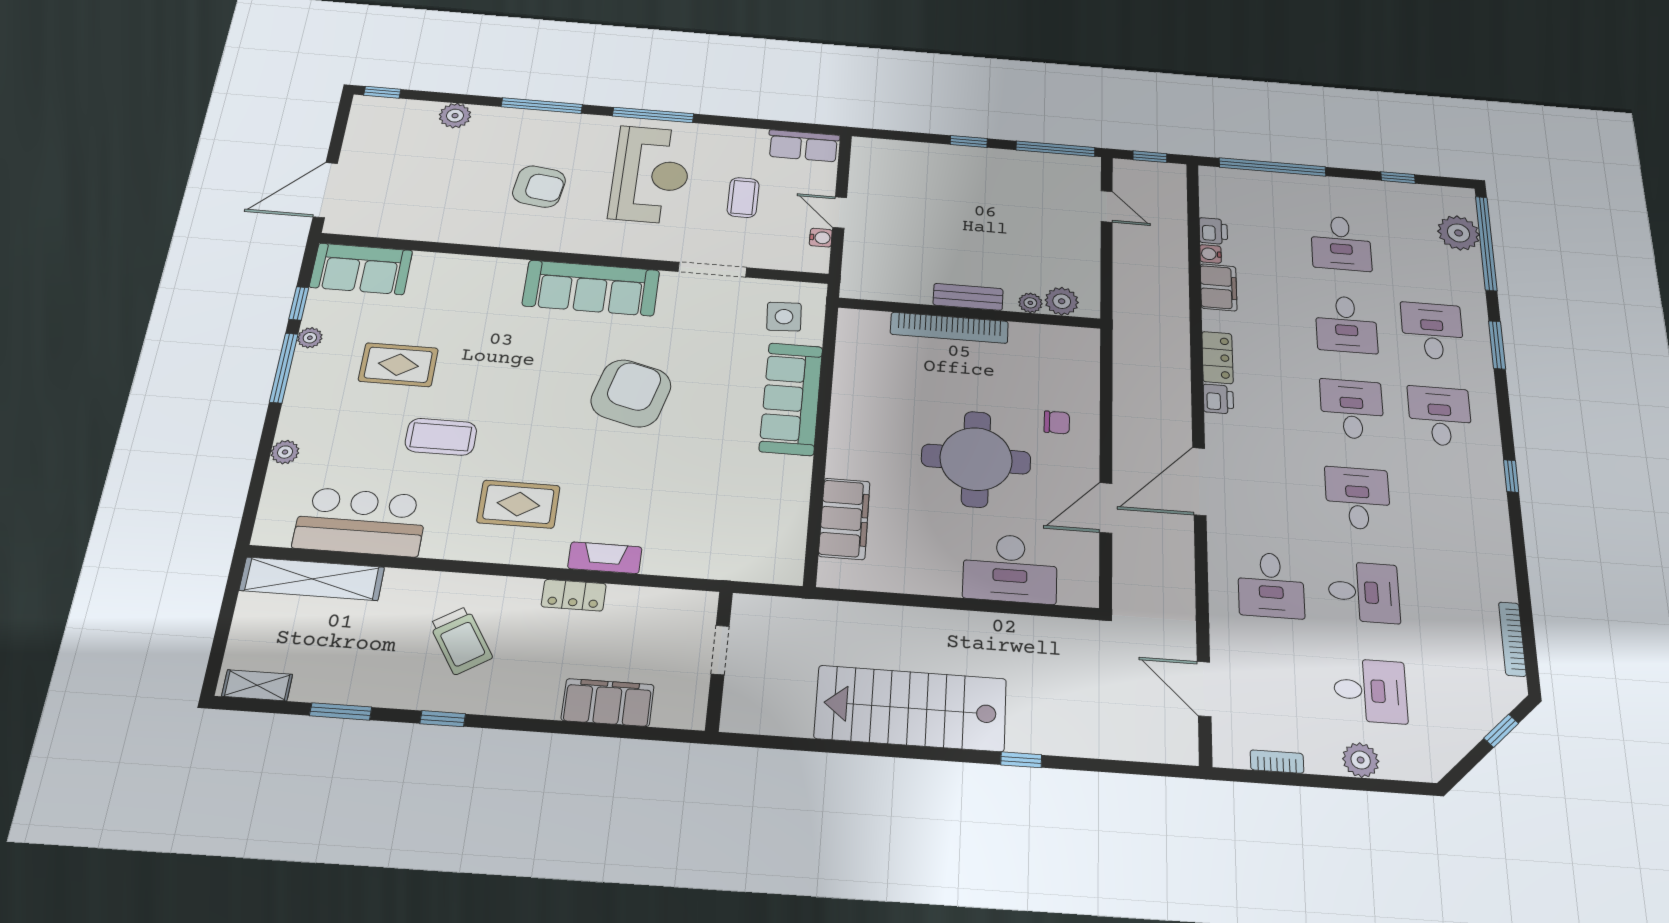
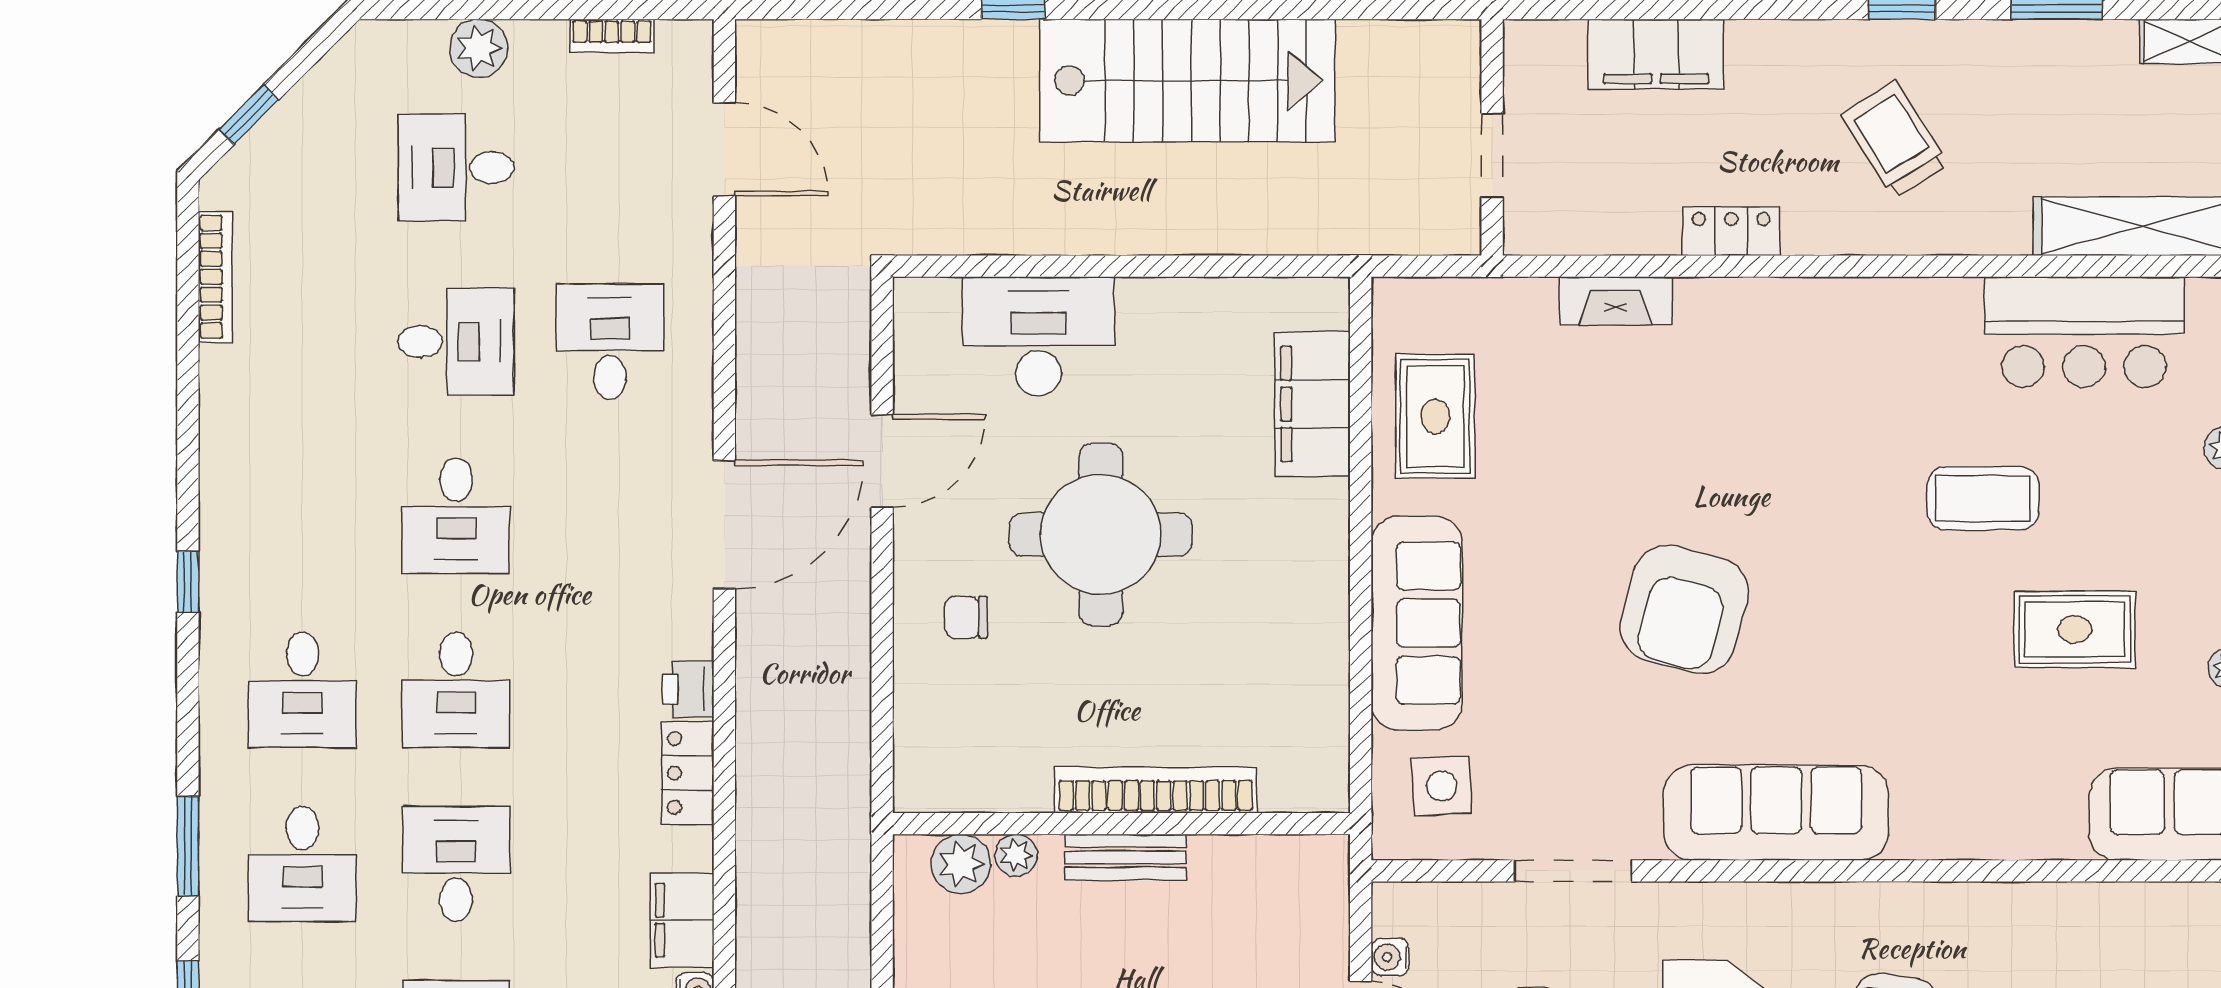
rug: (518, 504) -> (1435, 416), moved, turned 90
fireplace: (605, 558) -> (1616, 301), moved
desk: (1364, 592) -> (456, 342), turned 180

